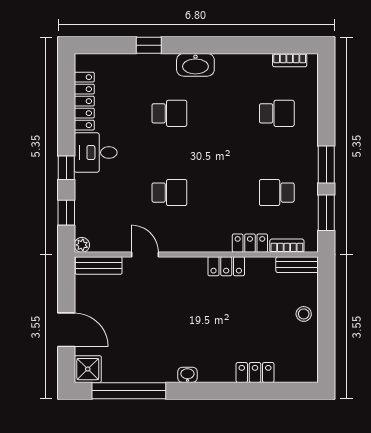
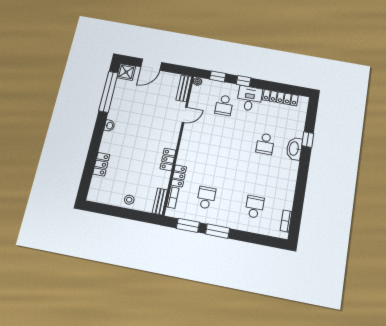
washbasin: (195, 65) -> (294, 149), moved
school desk: (277, 113) -> (254, 207), turned 180
school desk: (169, 193) -> (224, 105), moved

